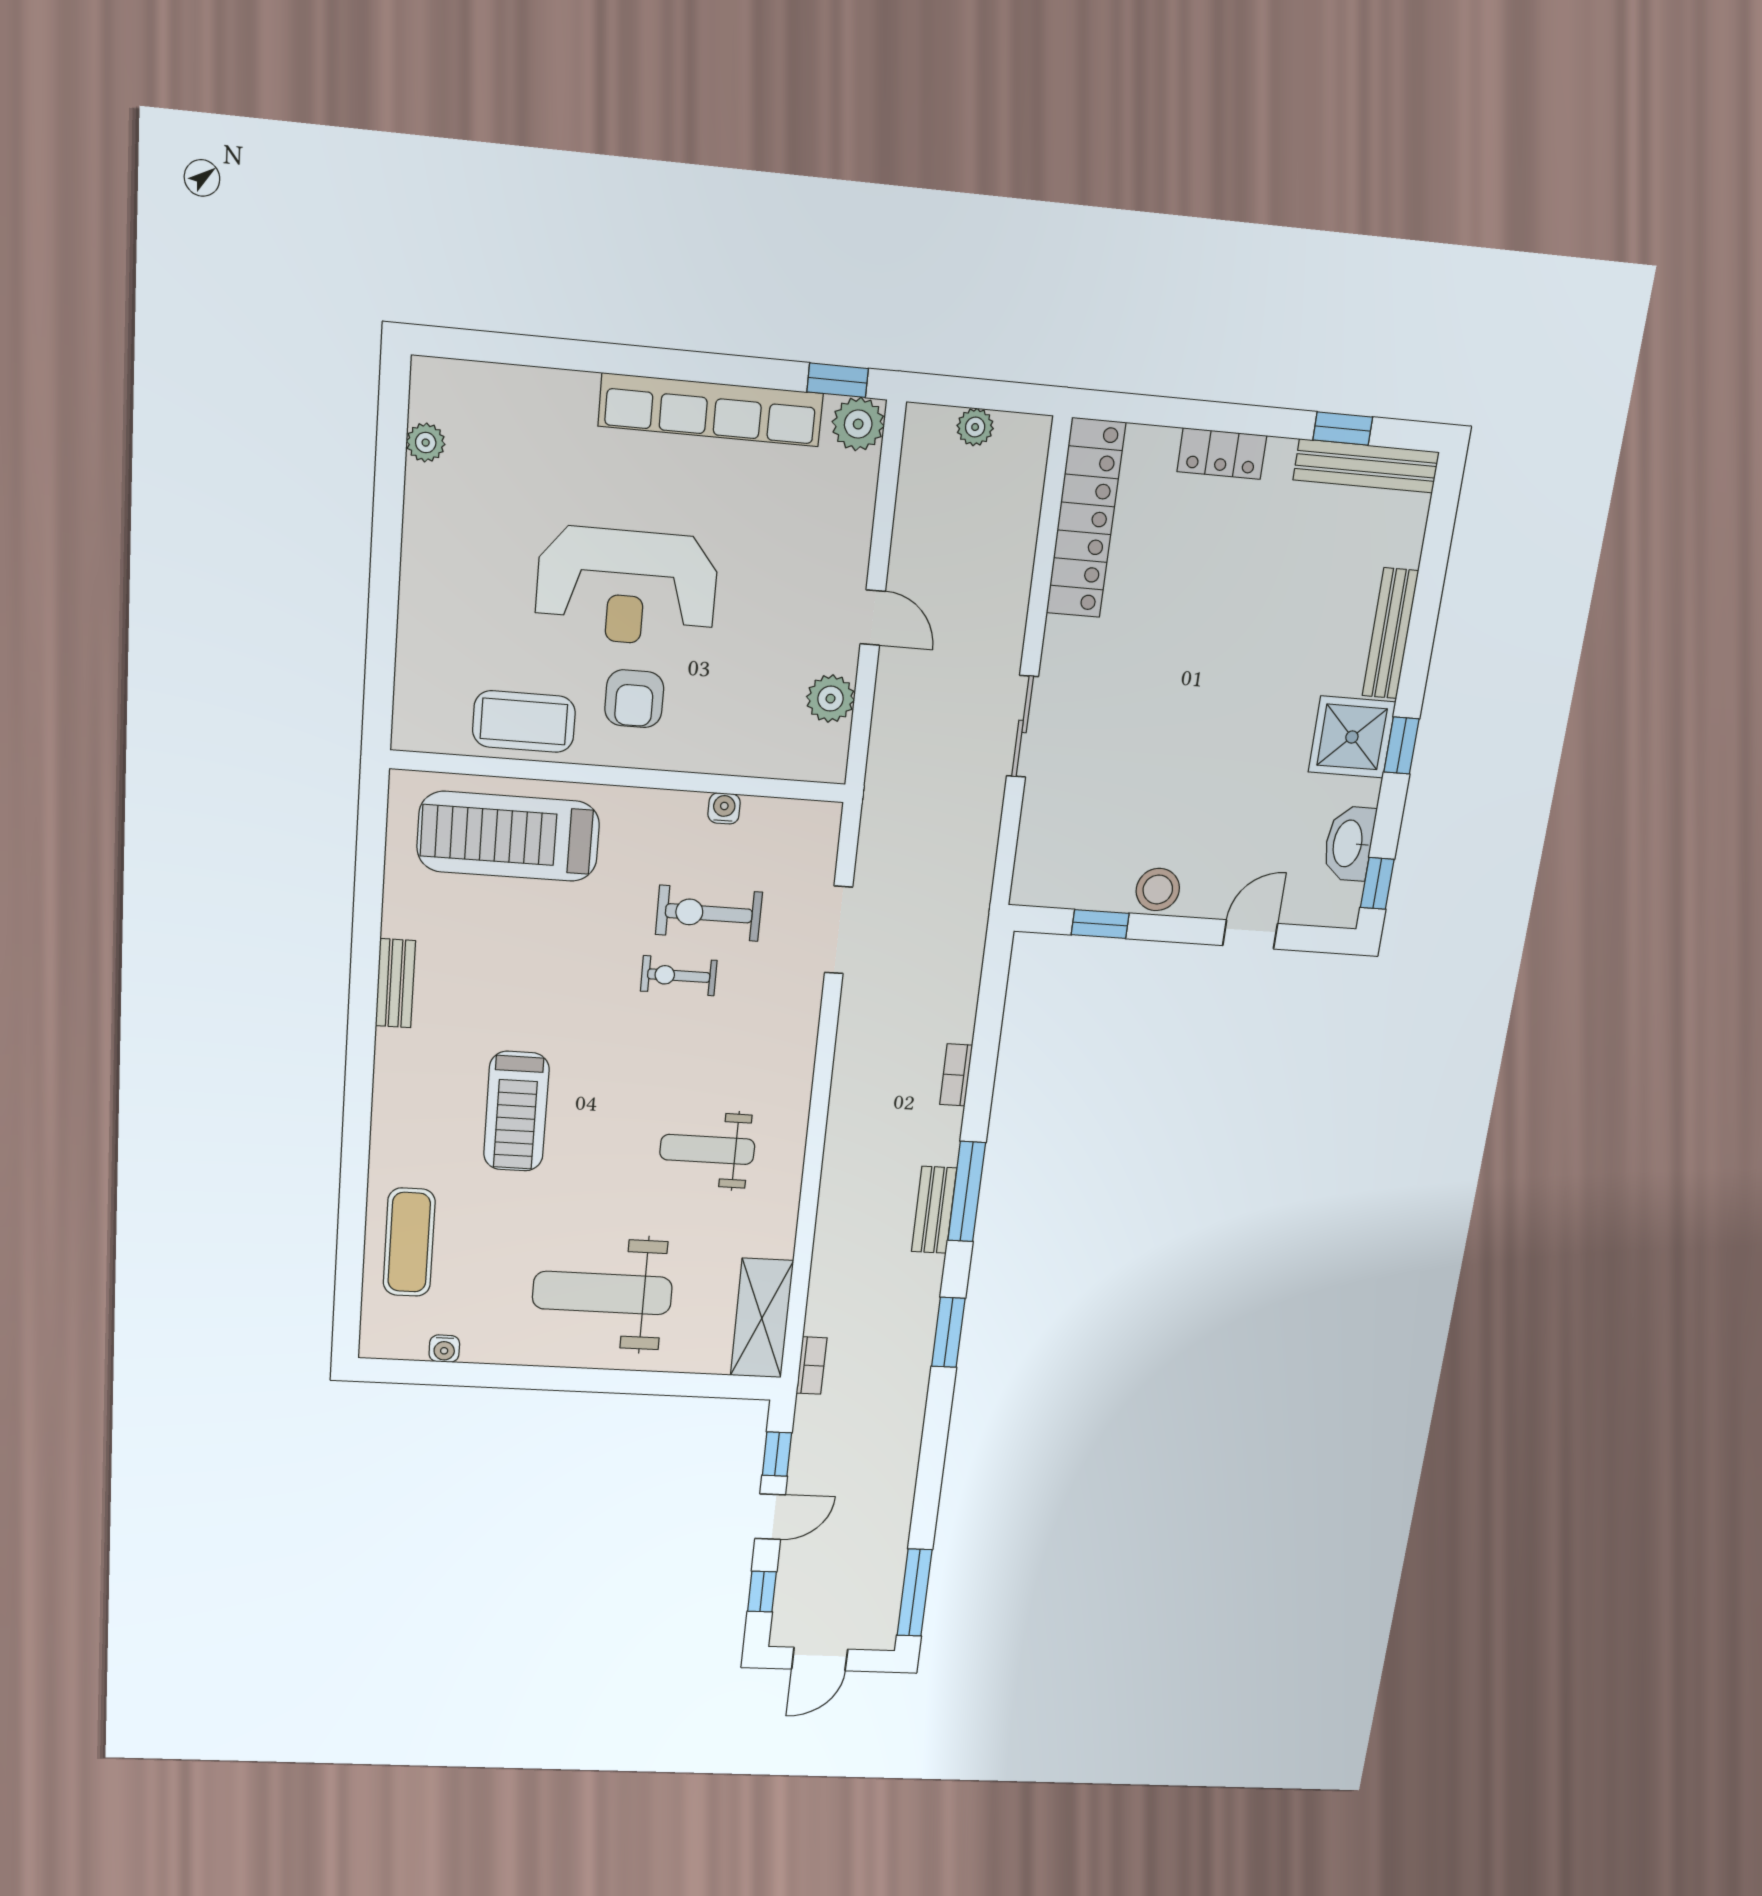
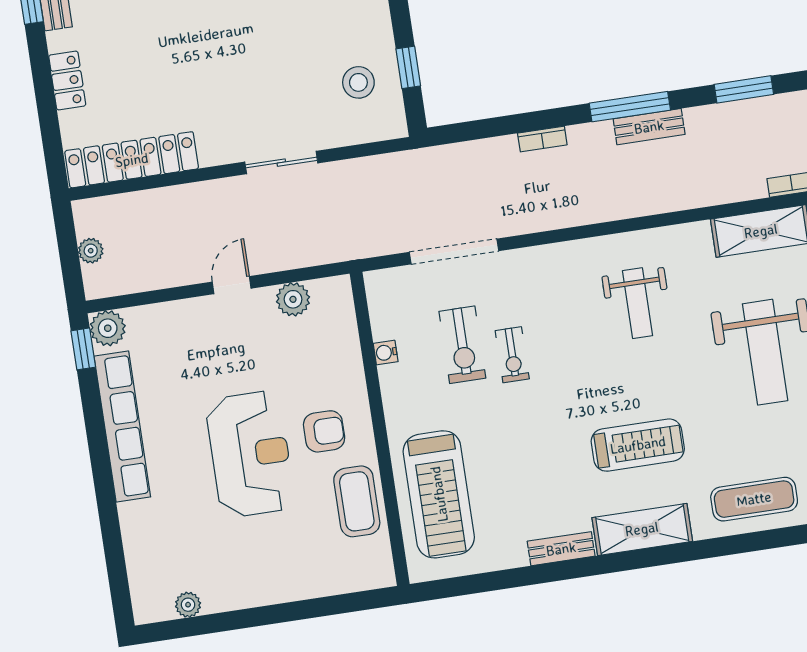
stool: (1158, 889) -> (358, 82), moved
doorway: (839, 930) -> (454, 251), width x1.36
shelving: (399, 1094) -> (642, 529), added

